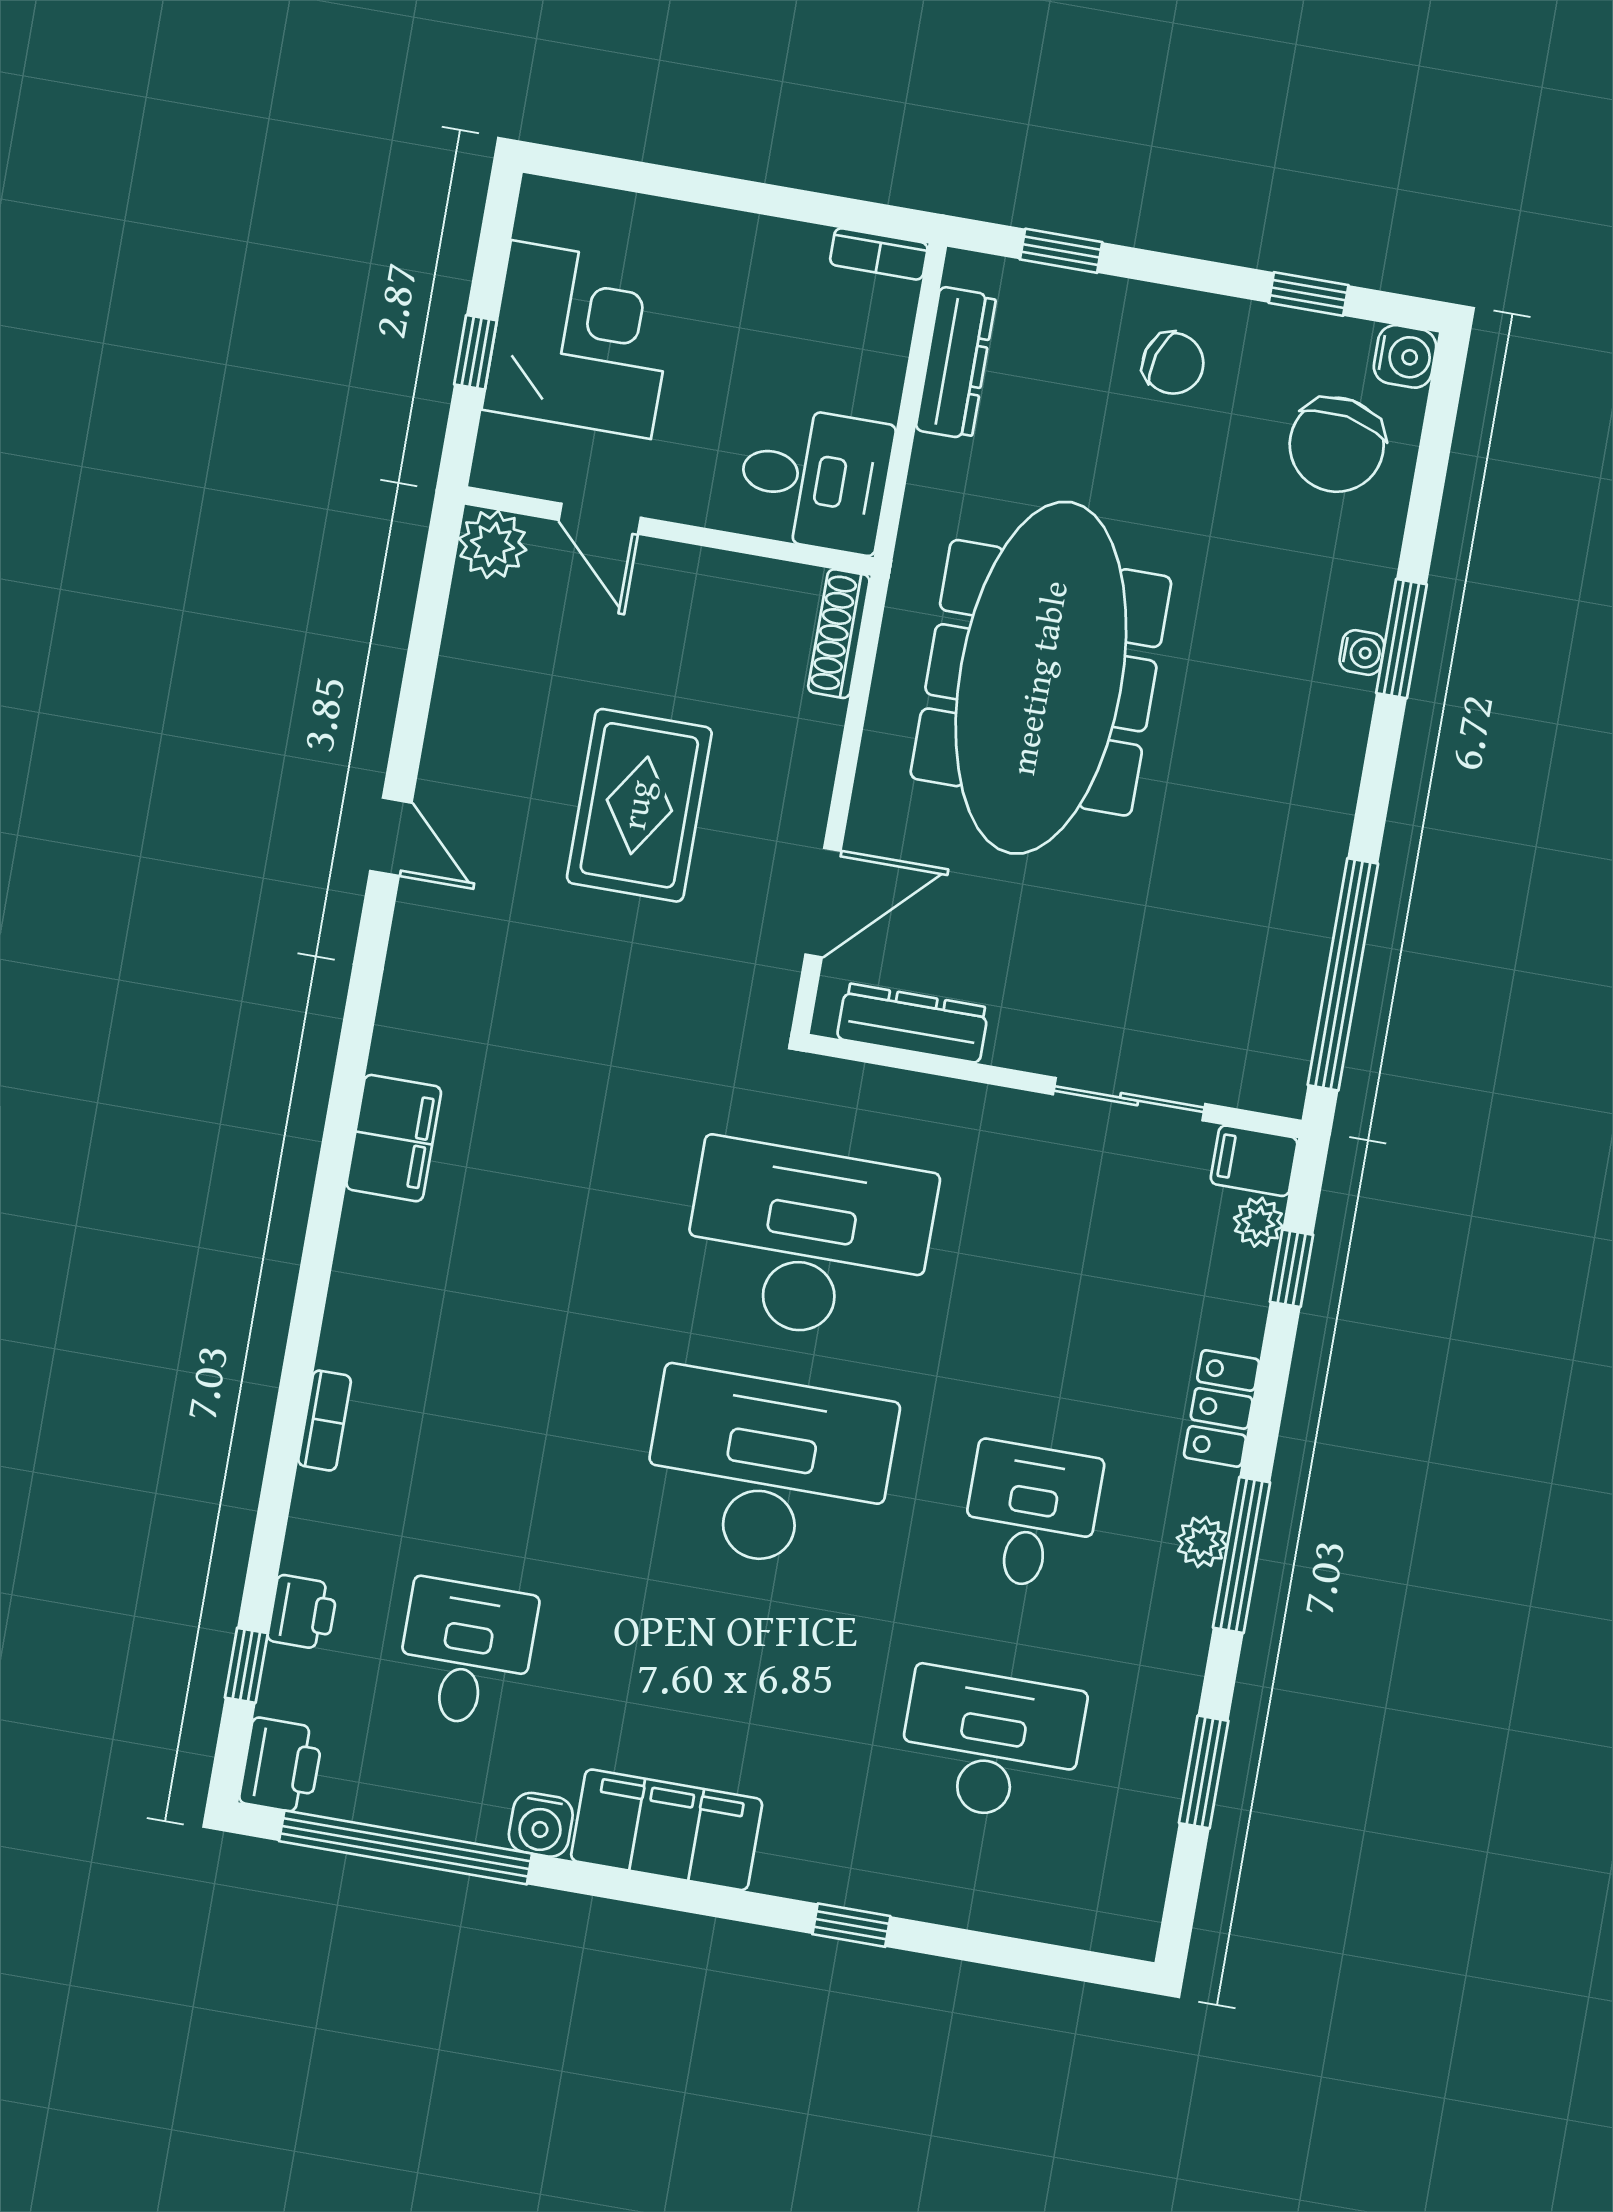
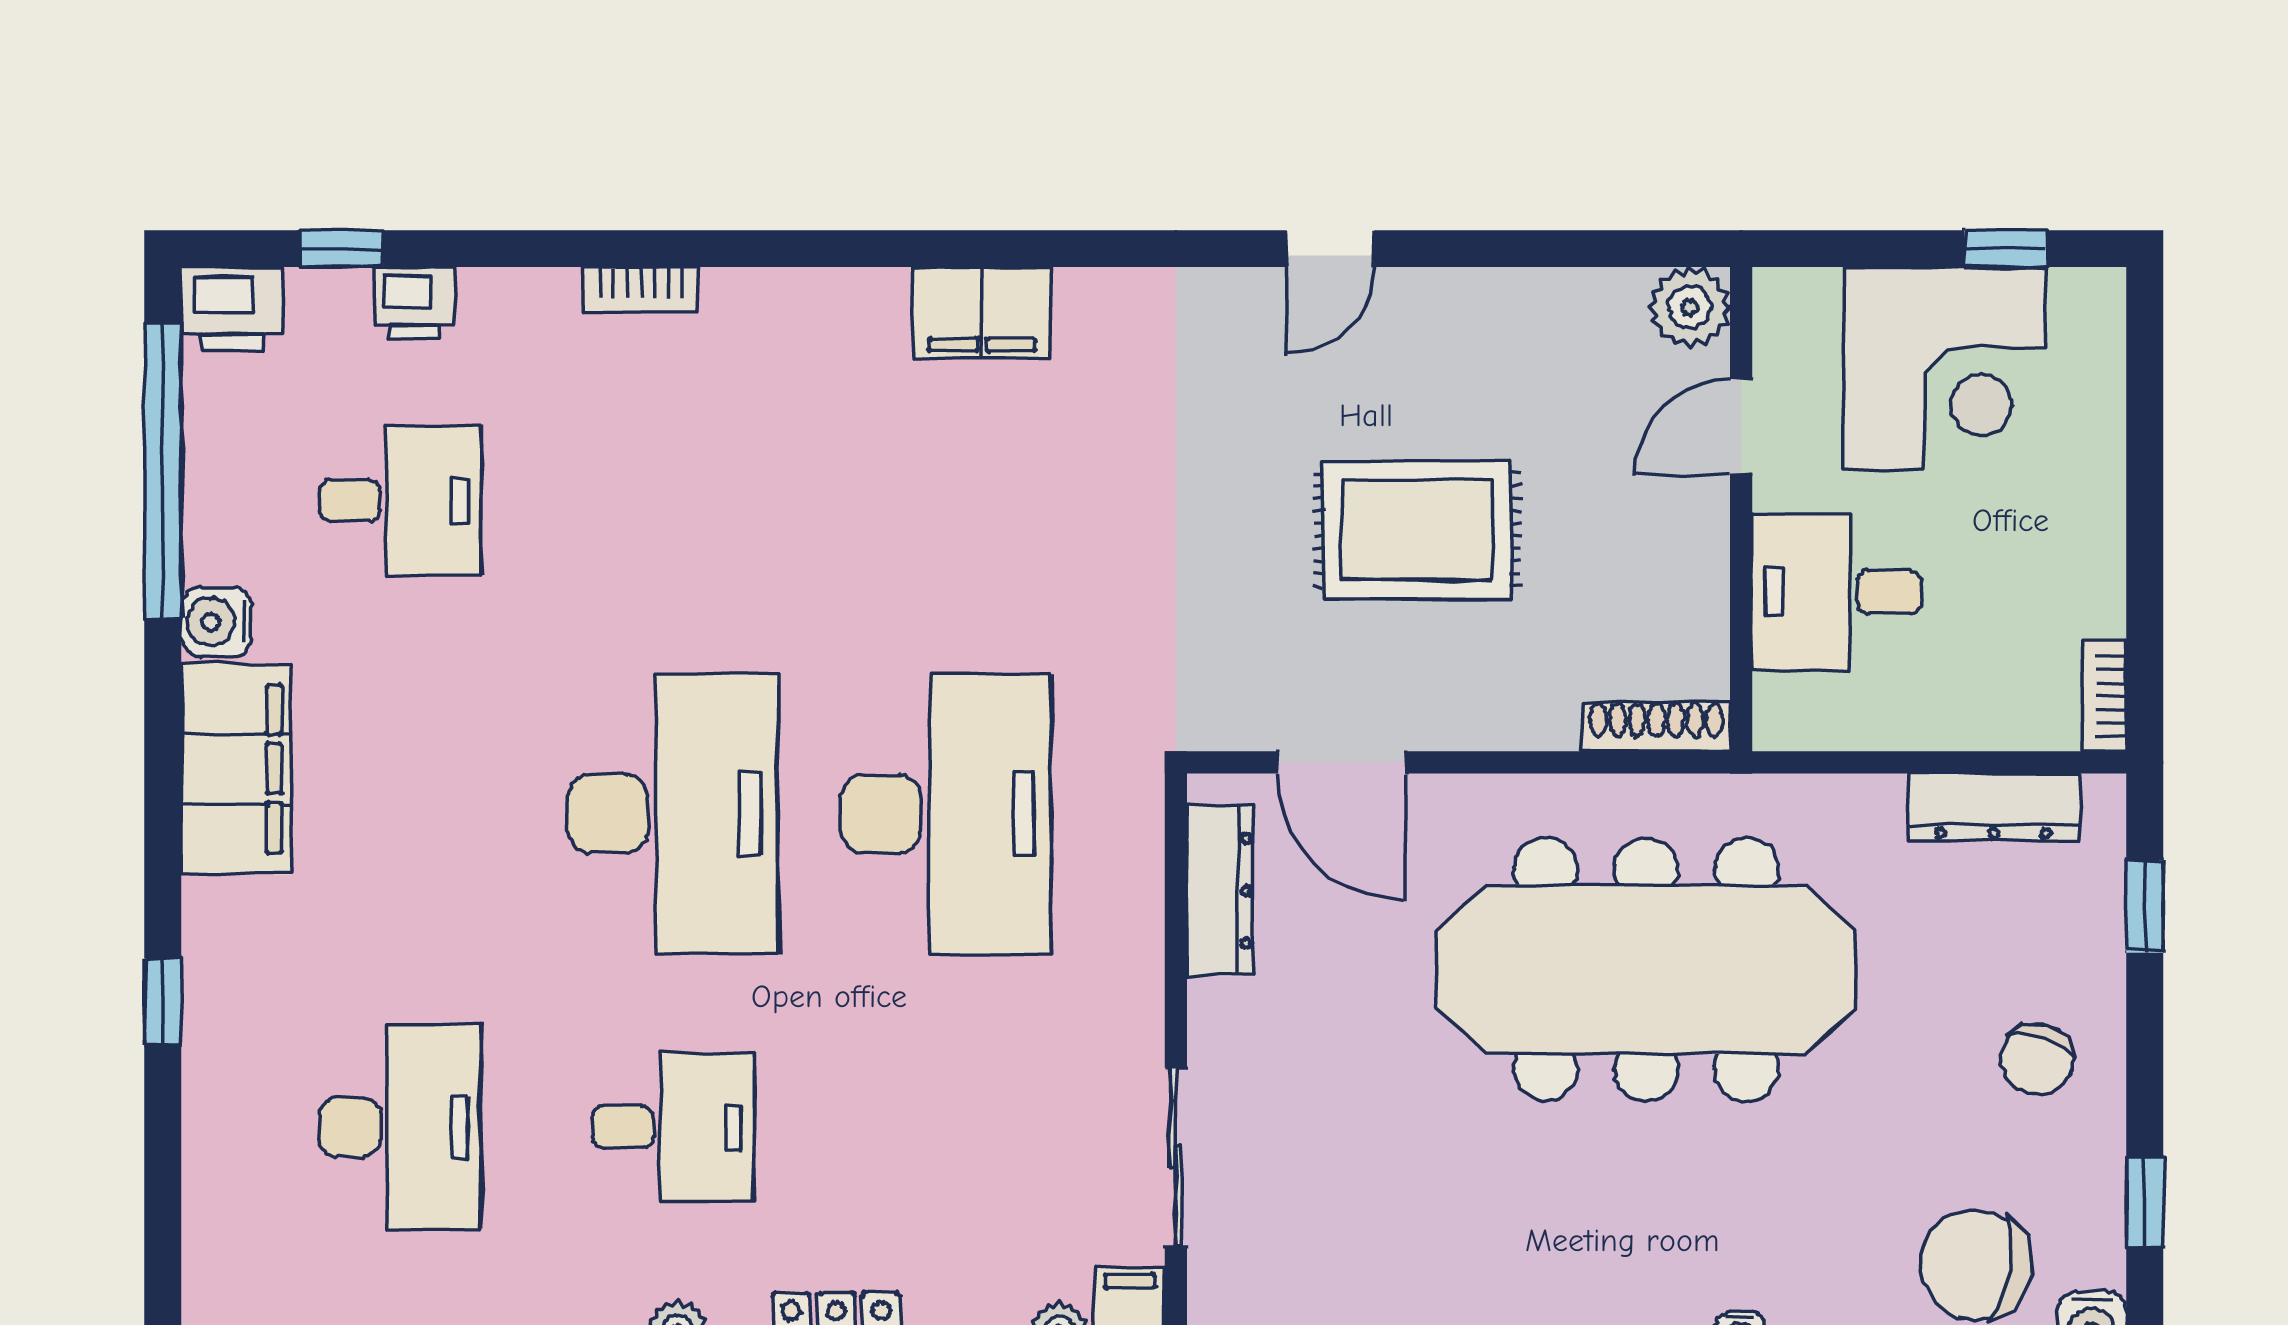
window: (475, 352) -> (2006, 249), moved
desk: (814, 479) -> (1837, 592), moved, turned 90

